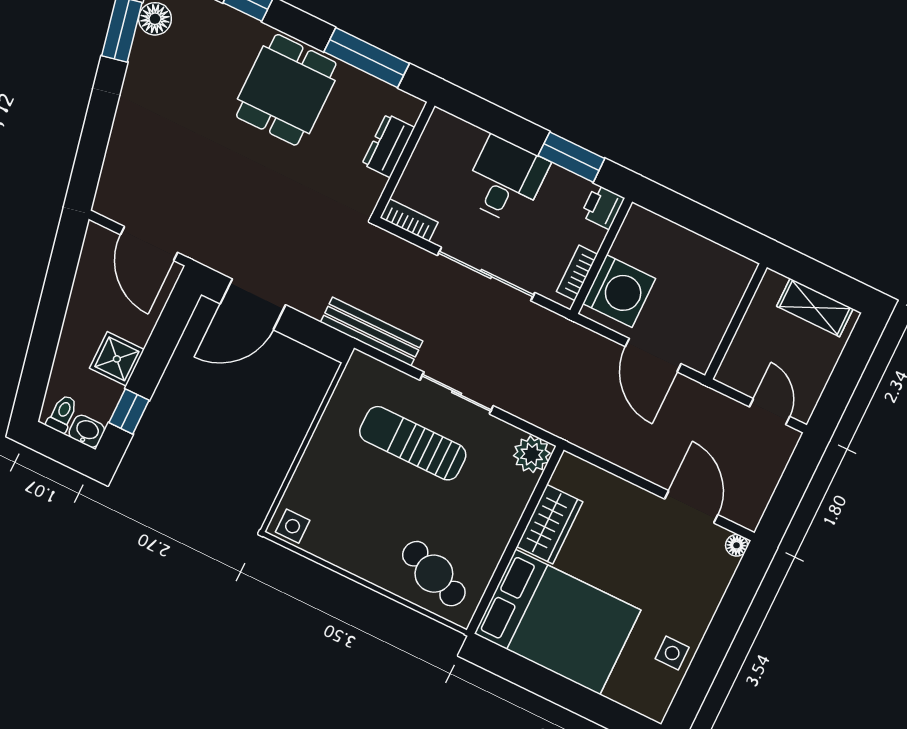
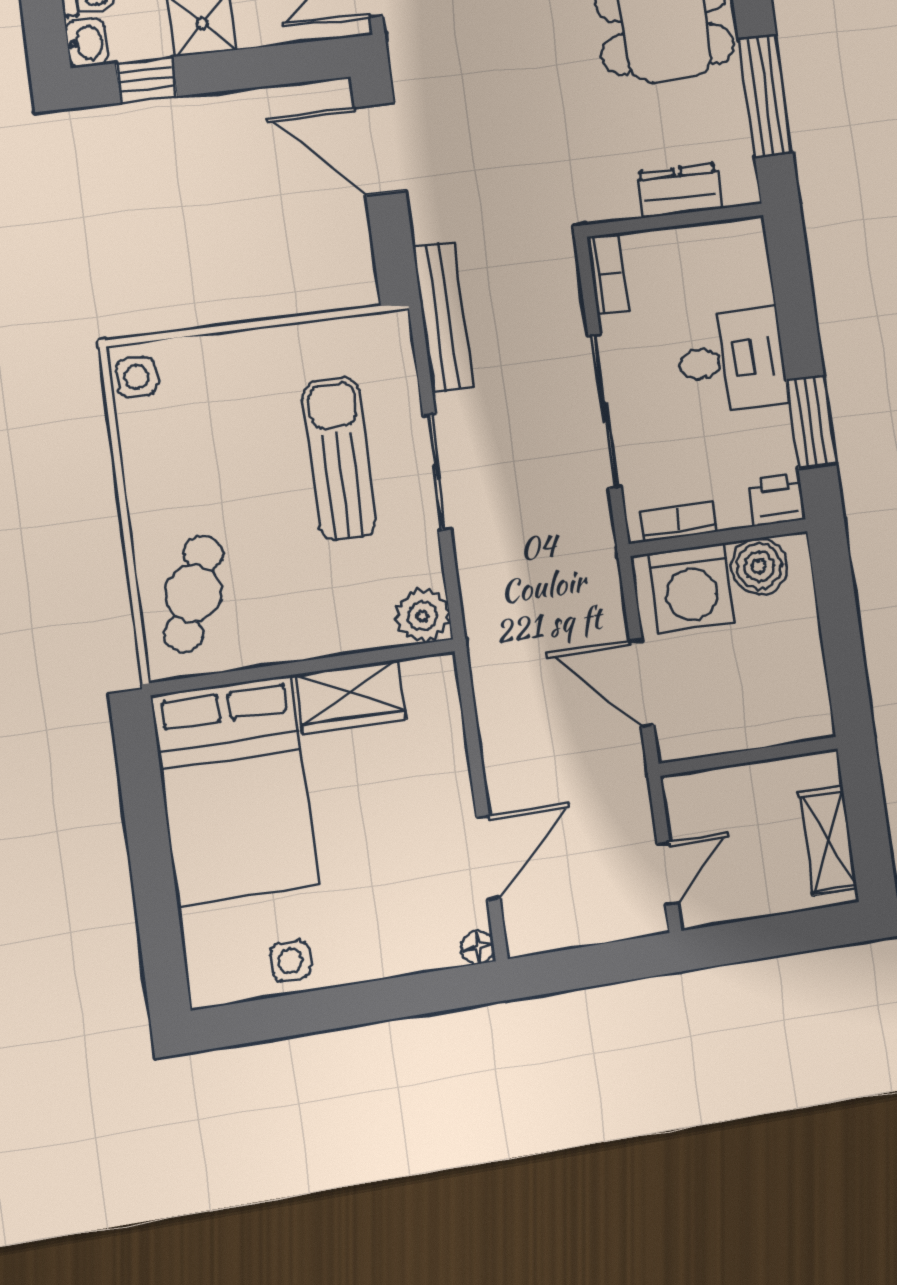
boiler: (633, 243) -> (759, 566), added
door: (653, 355) -> (642, 683), hinge flipped

